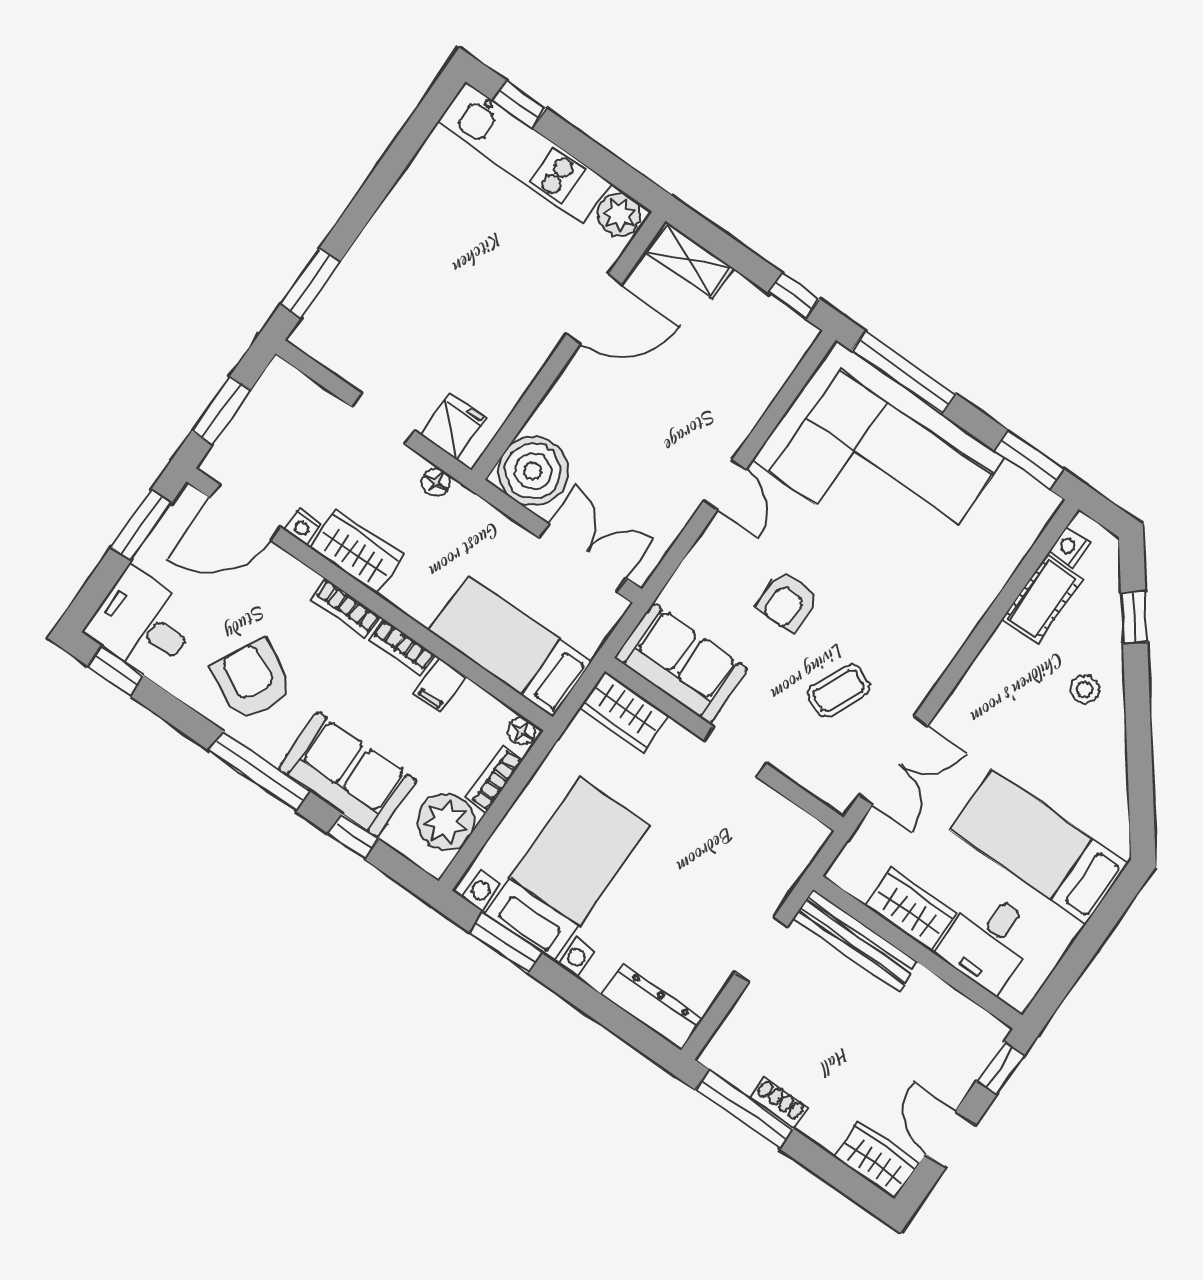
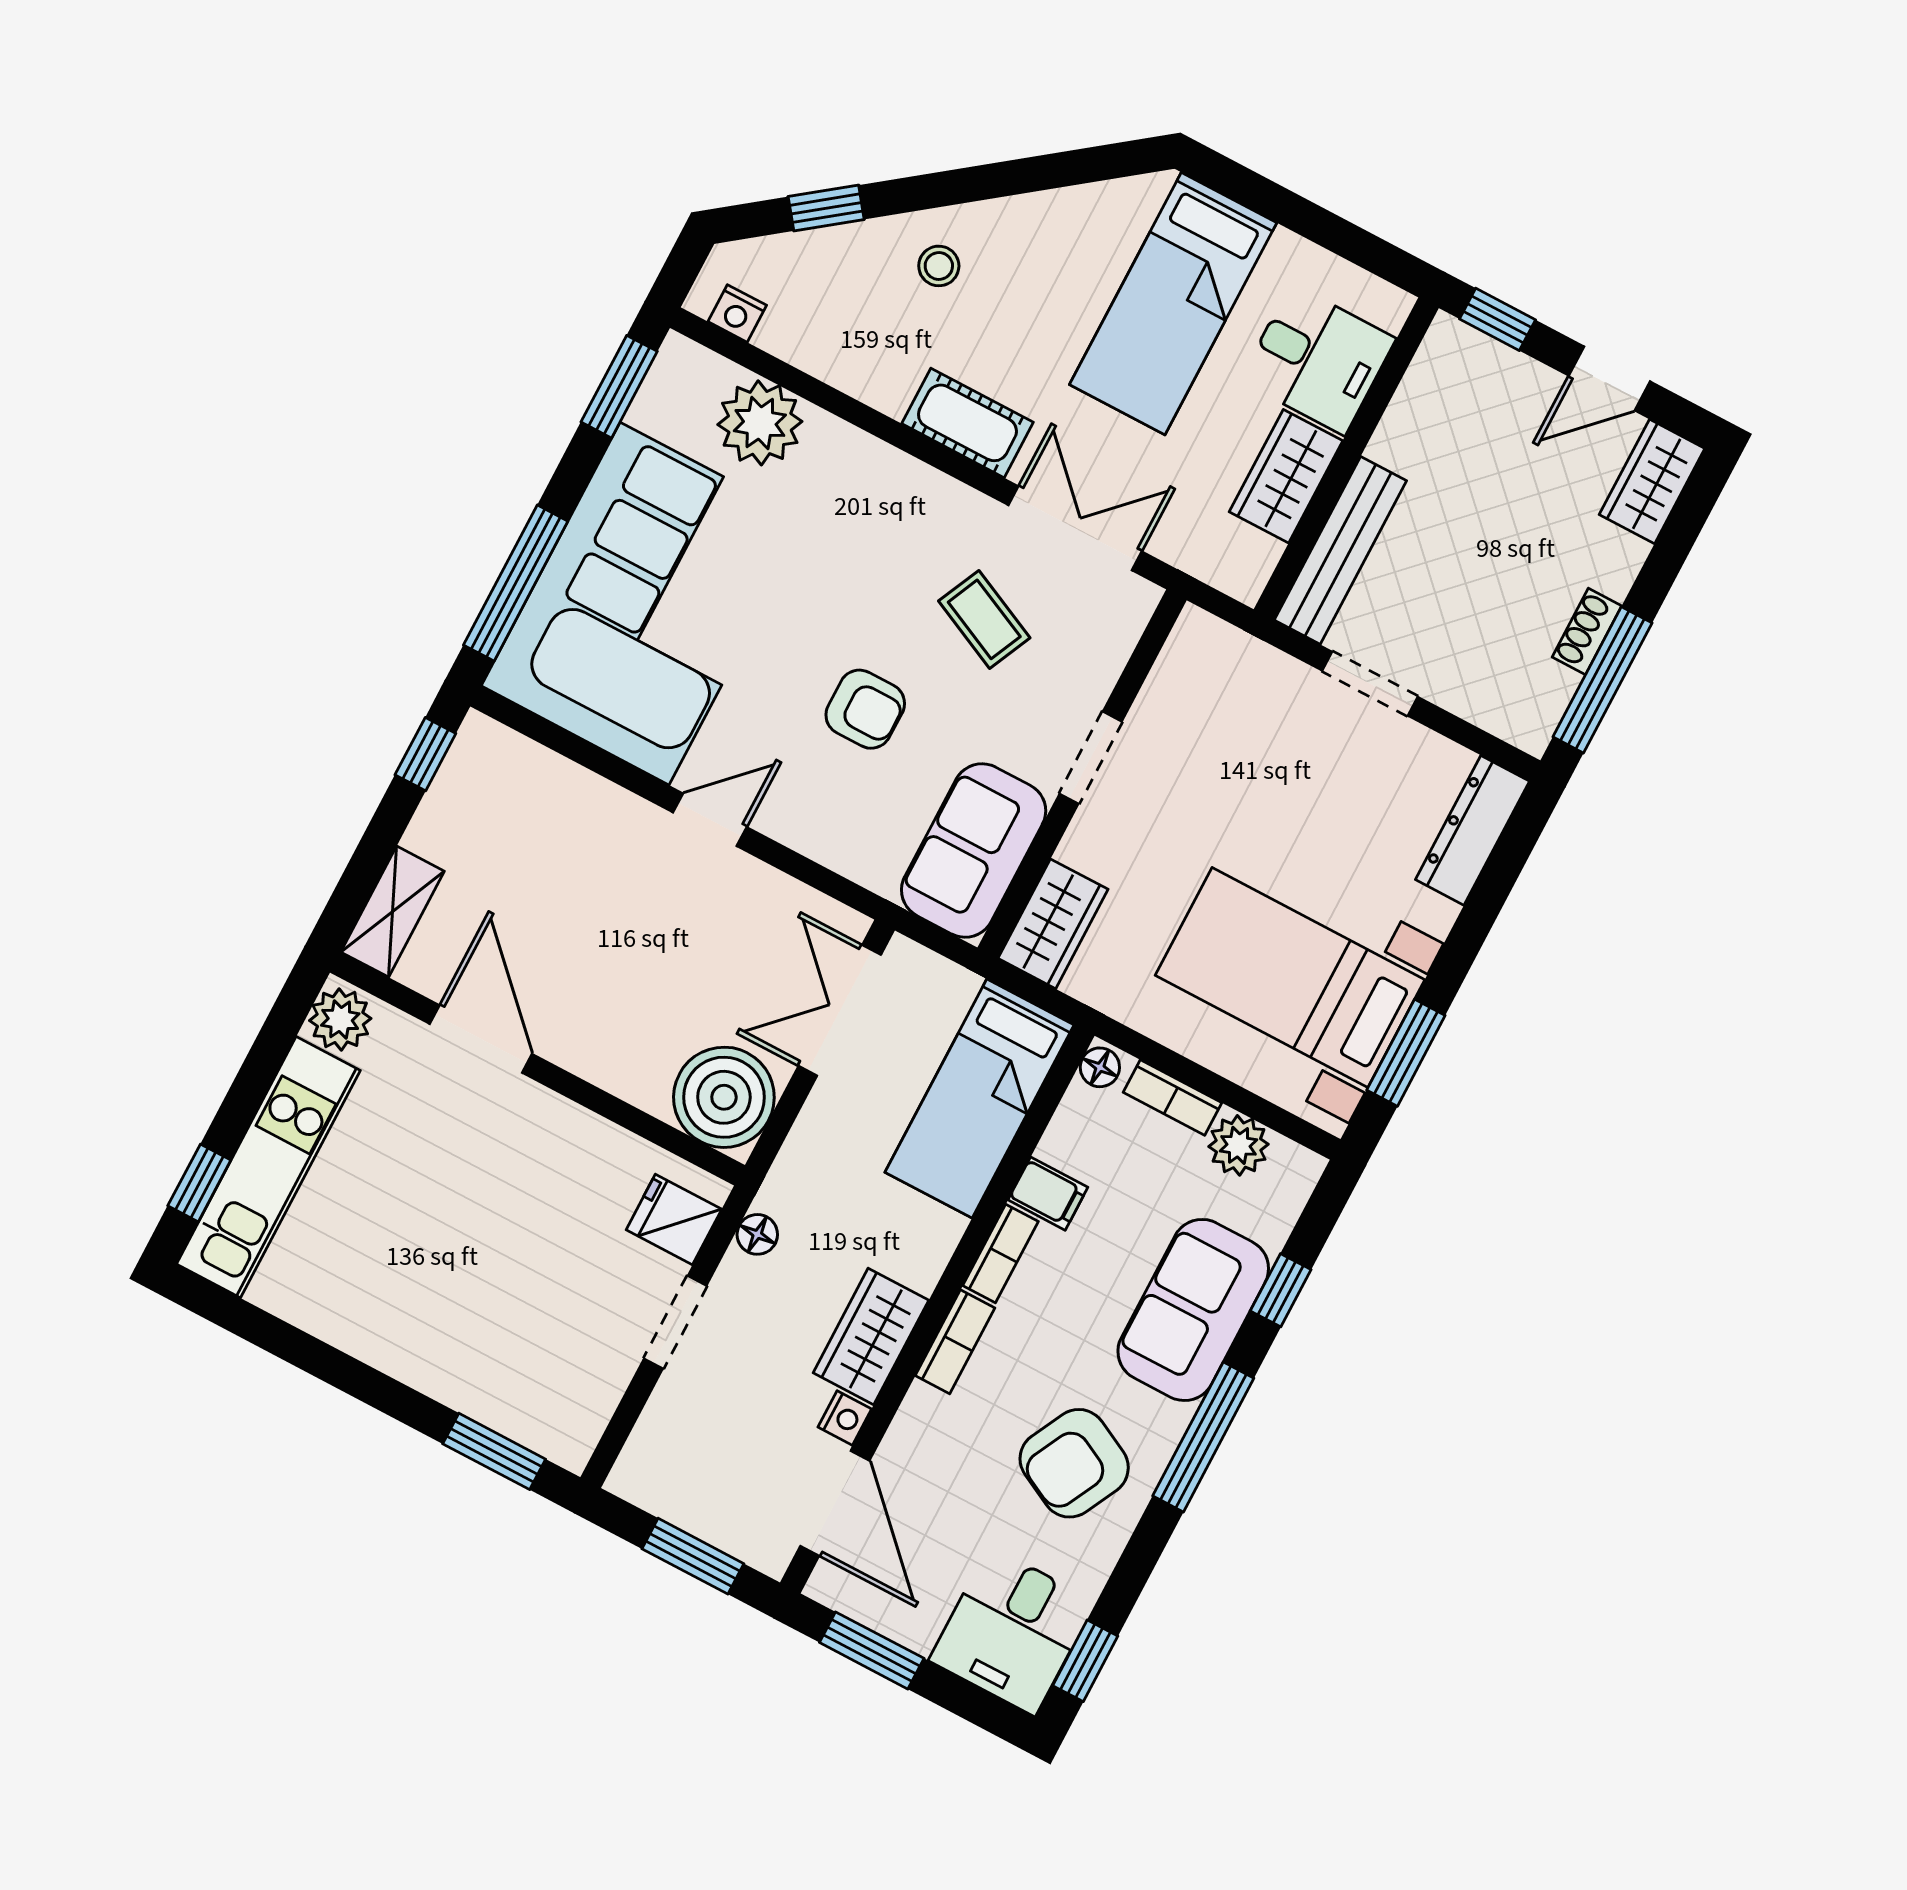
plant: (992, 553) -> (760, 423), added
cot: (1042, 599) -> (967, 423), moved
plant: (446, 822) -> (1238, 1145), width x0.73, depth x0.73

